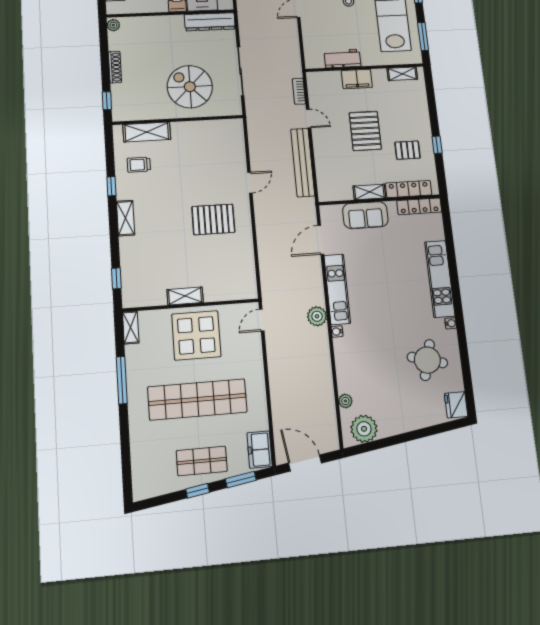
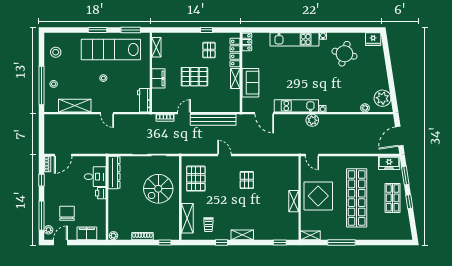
workbench: (342, 58) -> (144, 100), moved
pallet: (210, 141) -> (196, 179), added
locker: (419, 206) -> (247, 42), width x0.66
pallet: (213, 219) -> (247, 180), width x0.67, depth x0.71

